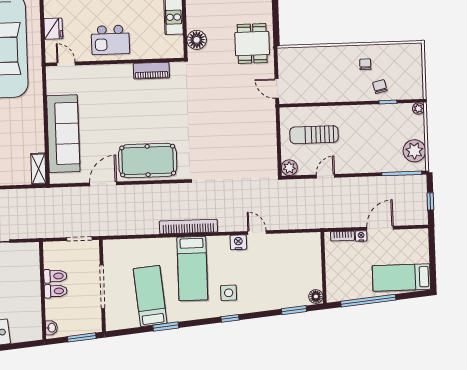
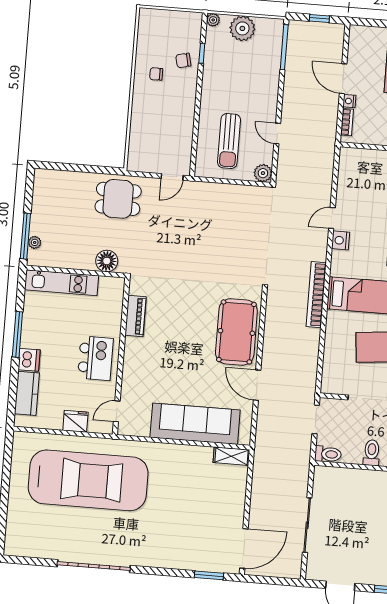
plant: (414, 151) -> (242, 28), moved
toilet: (55, 276) -> (328, 454), moved, turned 90

